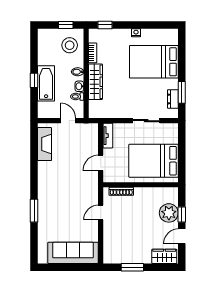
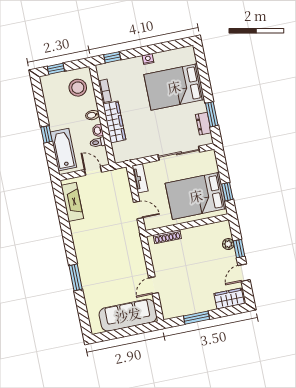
window: (66, 25) -> (56, 69), moved
bathtub: (46, 83) -> (63, 150), moved
sliding door: (146, 121) -> (179, 153), width x1.37
door: (101, 163) -> (138, 210), swing flipped
window: (182, 163) -> (227, 192), added
door: (101, 213) -> (154, 285), moved
plant: (169, 213) -> (228, 244), width x0.53, depth x0.53

